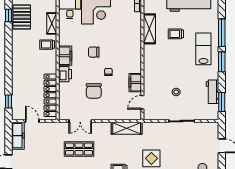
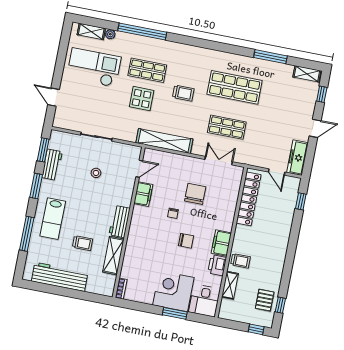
pallet: (22, 17) -> (265, 300), width x0.67, depth x0.71
workbench: (150, 57) -> (120, 222), added
window: (222, 62) -> (36, 186), moved
printer: (65, 74) -> (217, 265), moved
shelving: (127, 128) -> (164, 141), width x1.47

